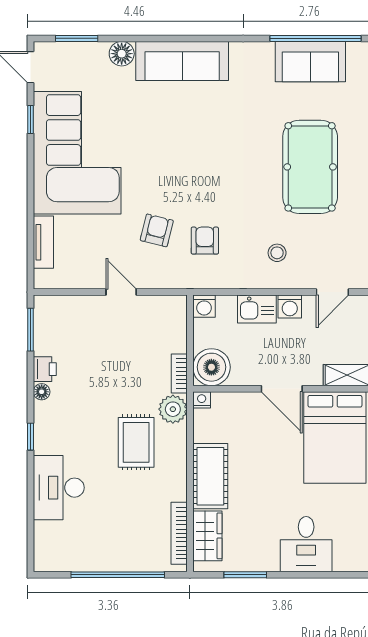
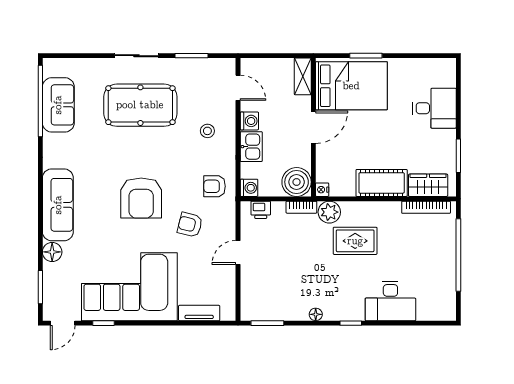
armchair: (191, 168) -> (141, 198), added
armchair: (205, 241) -> (215, 186), moved
printer: (45, 369) -> (261, 210), moved, turned 180

